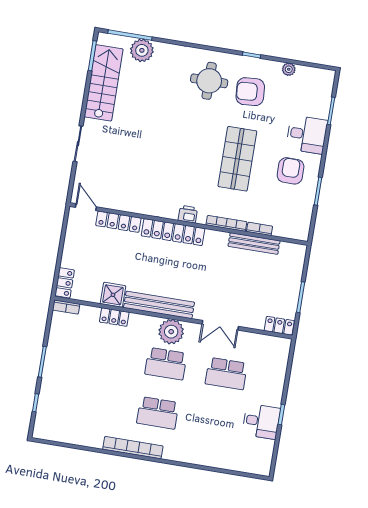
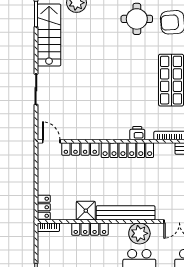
locker: (114, 317) -> (90, 229), width x1.53

